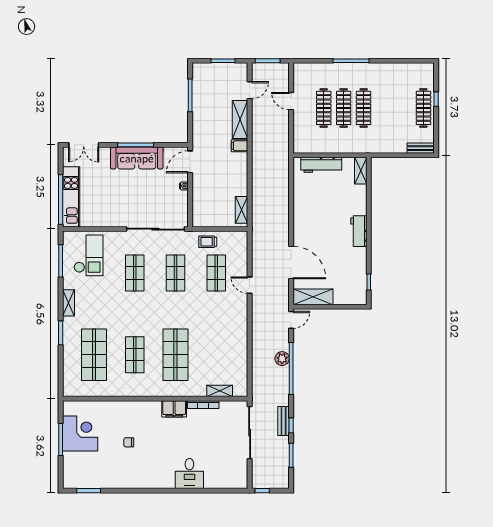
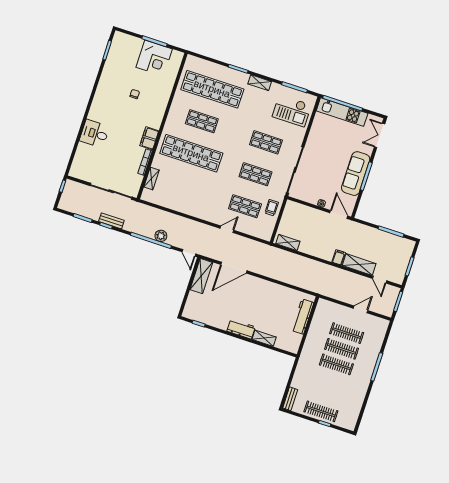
shelving: (361, 171) -> (264, 338), moved
shop shelf: (94, 355) -> (212, 89), width x1.40
shop shelf: (175, 355) -> (191, 153), width x1.40

